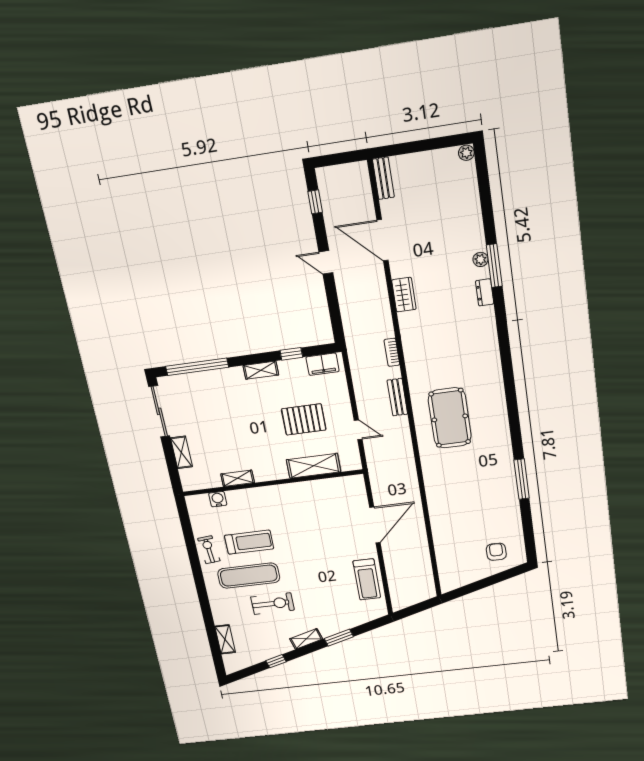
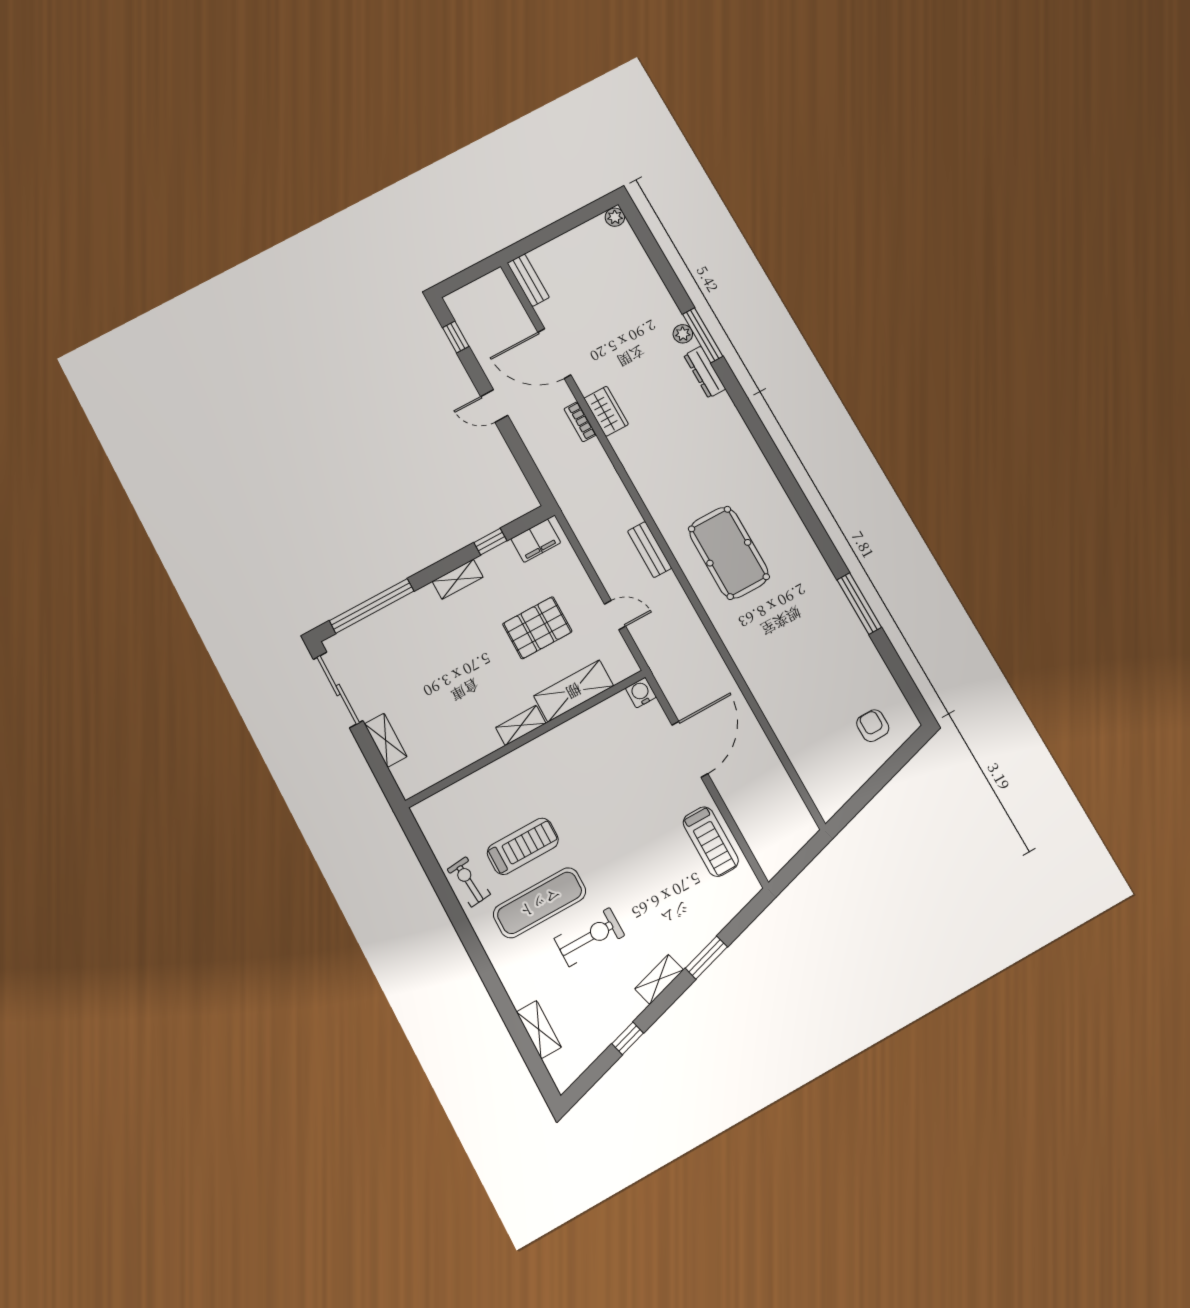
dresser: (485, 292) -> (705, 372), width x1.44
bookcase: (392, 352) -> (580, 422), moved
shelving: (238, 478) -> (521, 725), moved
water cooler: (218, 499) -> (641, 693), moved

